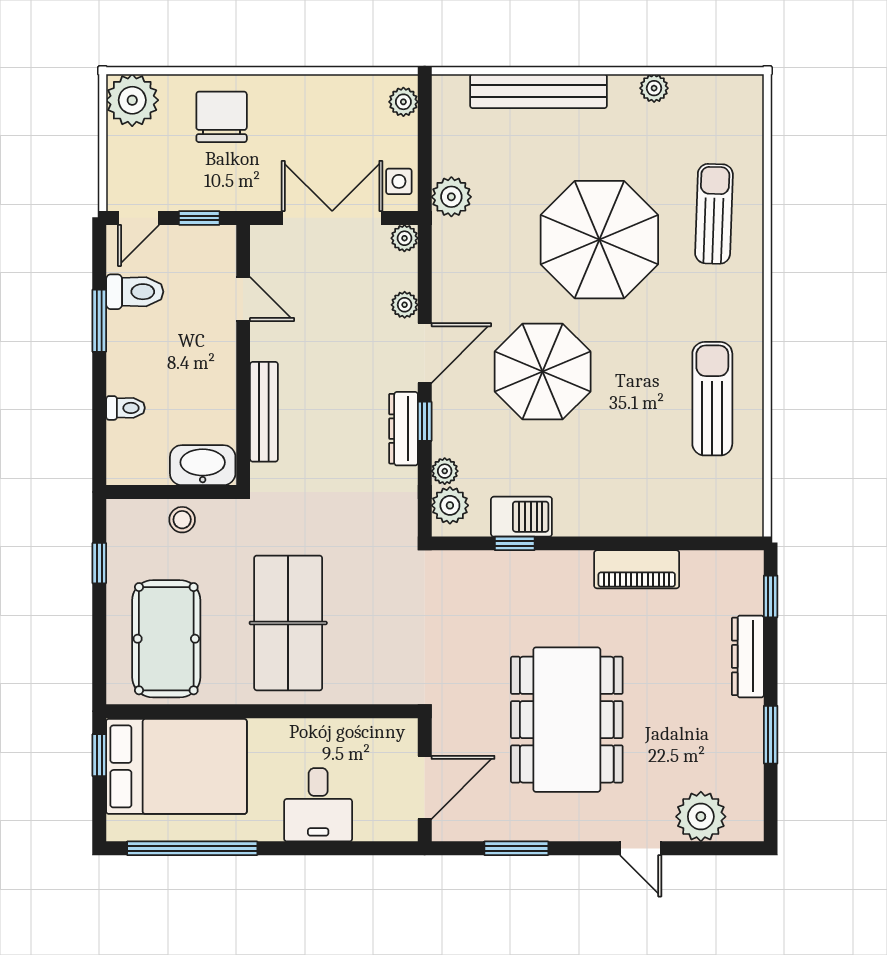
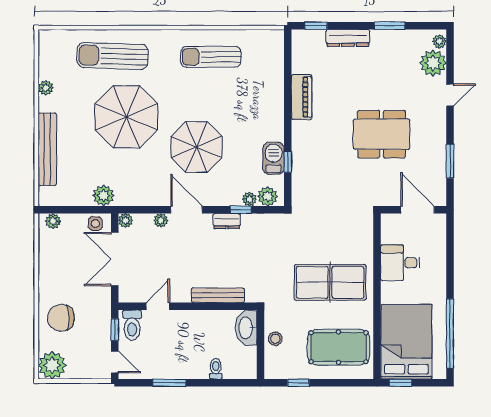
sun lounger: (714, 214) -> (113, 56), width x1.36, depth x1.34
toilet: (135, 292) -> (132, 325), moved, turned 180
window: (425, 421) -> (241, 210), moved
dresser: (403, 429) -> (227, 221), width x0.70
dining table: (567, 720) -> (382, 134), width x0.73, depth x0.80
desk: (318, 805) -> (400, 263), moved, turned 180
plant: (741, 829) -> (439, 41), added

